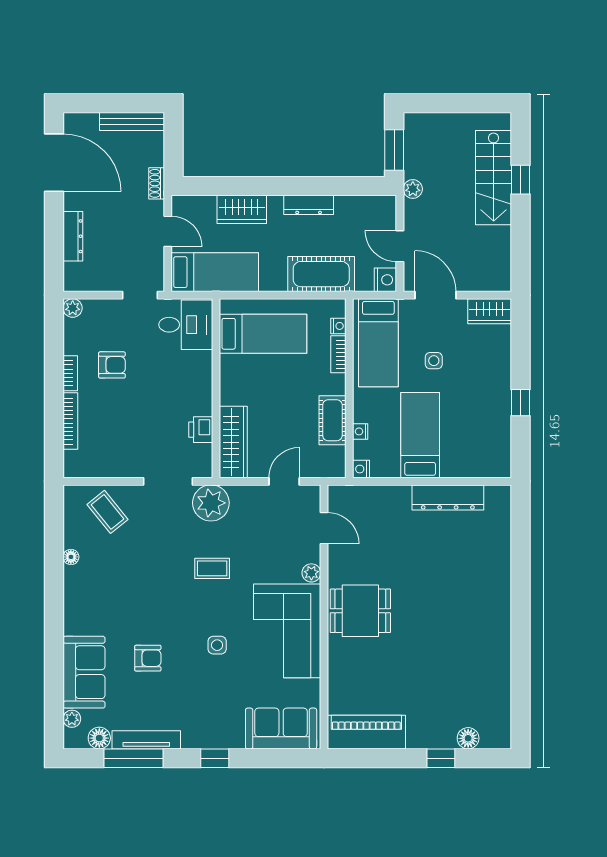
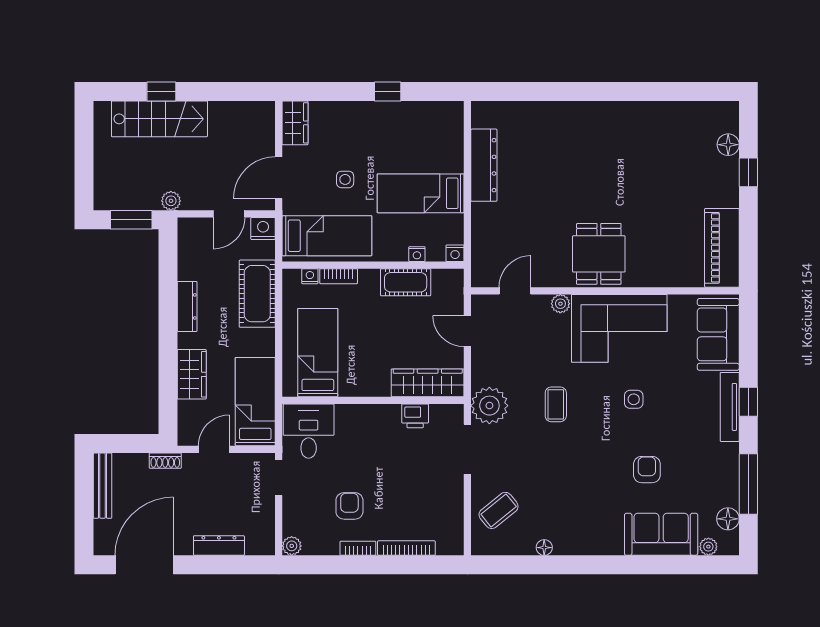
tv unit: (146, 740) -> (730, 407), moved

